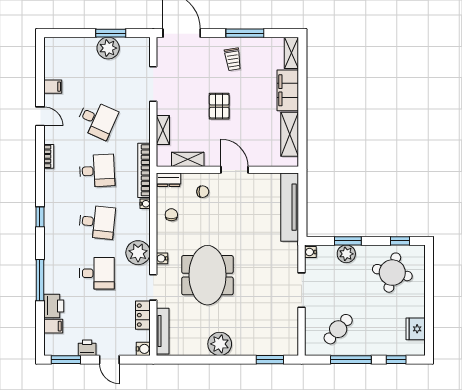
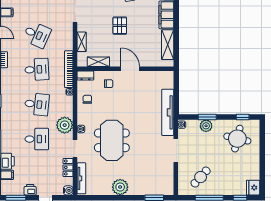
tv unit: (290, 207) -> (168, 112), moved
fridge: (416, 329) -> (253, 188), moved

